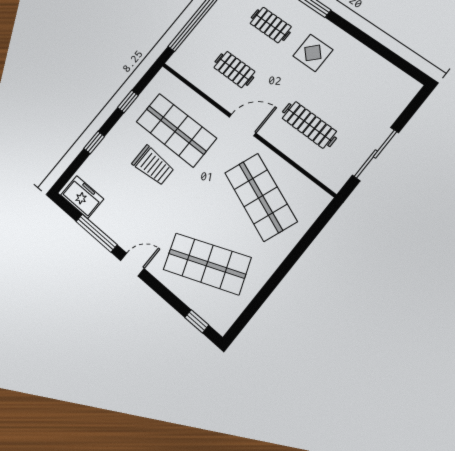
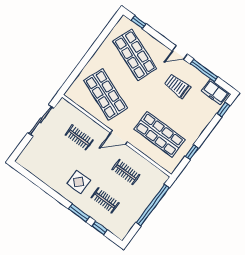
clothes rail: (309, 125) -> (79, 138), width x0.73
window: (94, 142) -> (223, 109), moved
trolley: (153, 165) -> (177, 86), moved
shop shelf: (207, 264) -> (135, 55), turned 42

